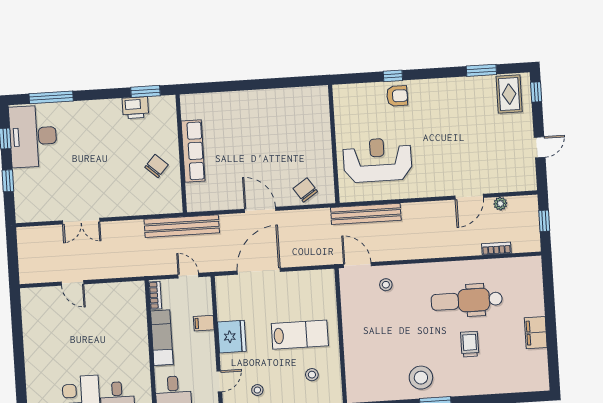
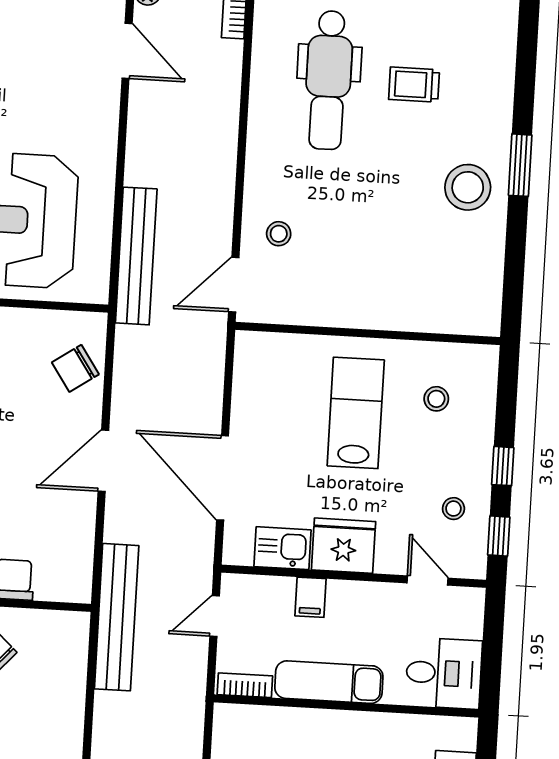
kitchen sink: (227, 306) -> (282, 548), added

